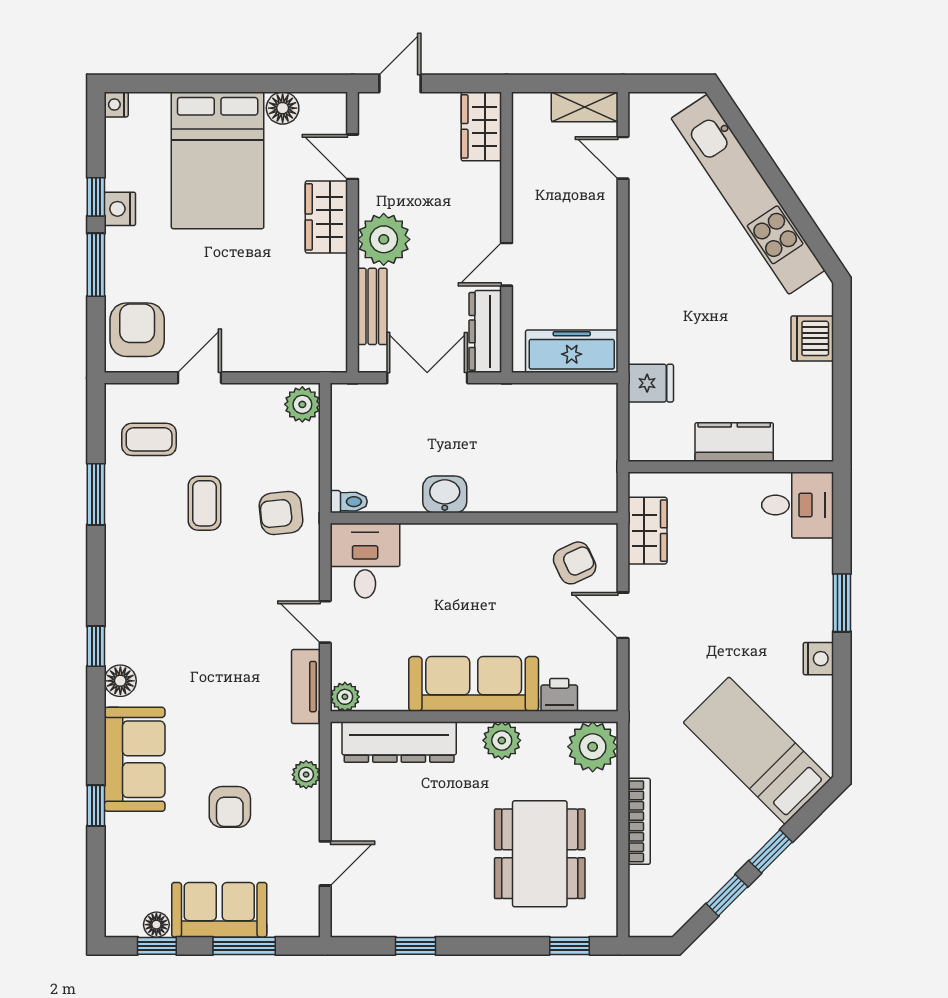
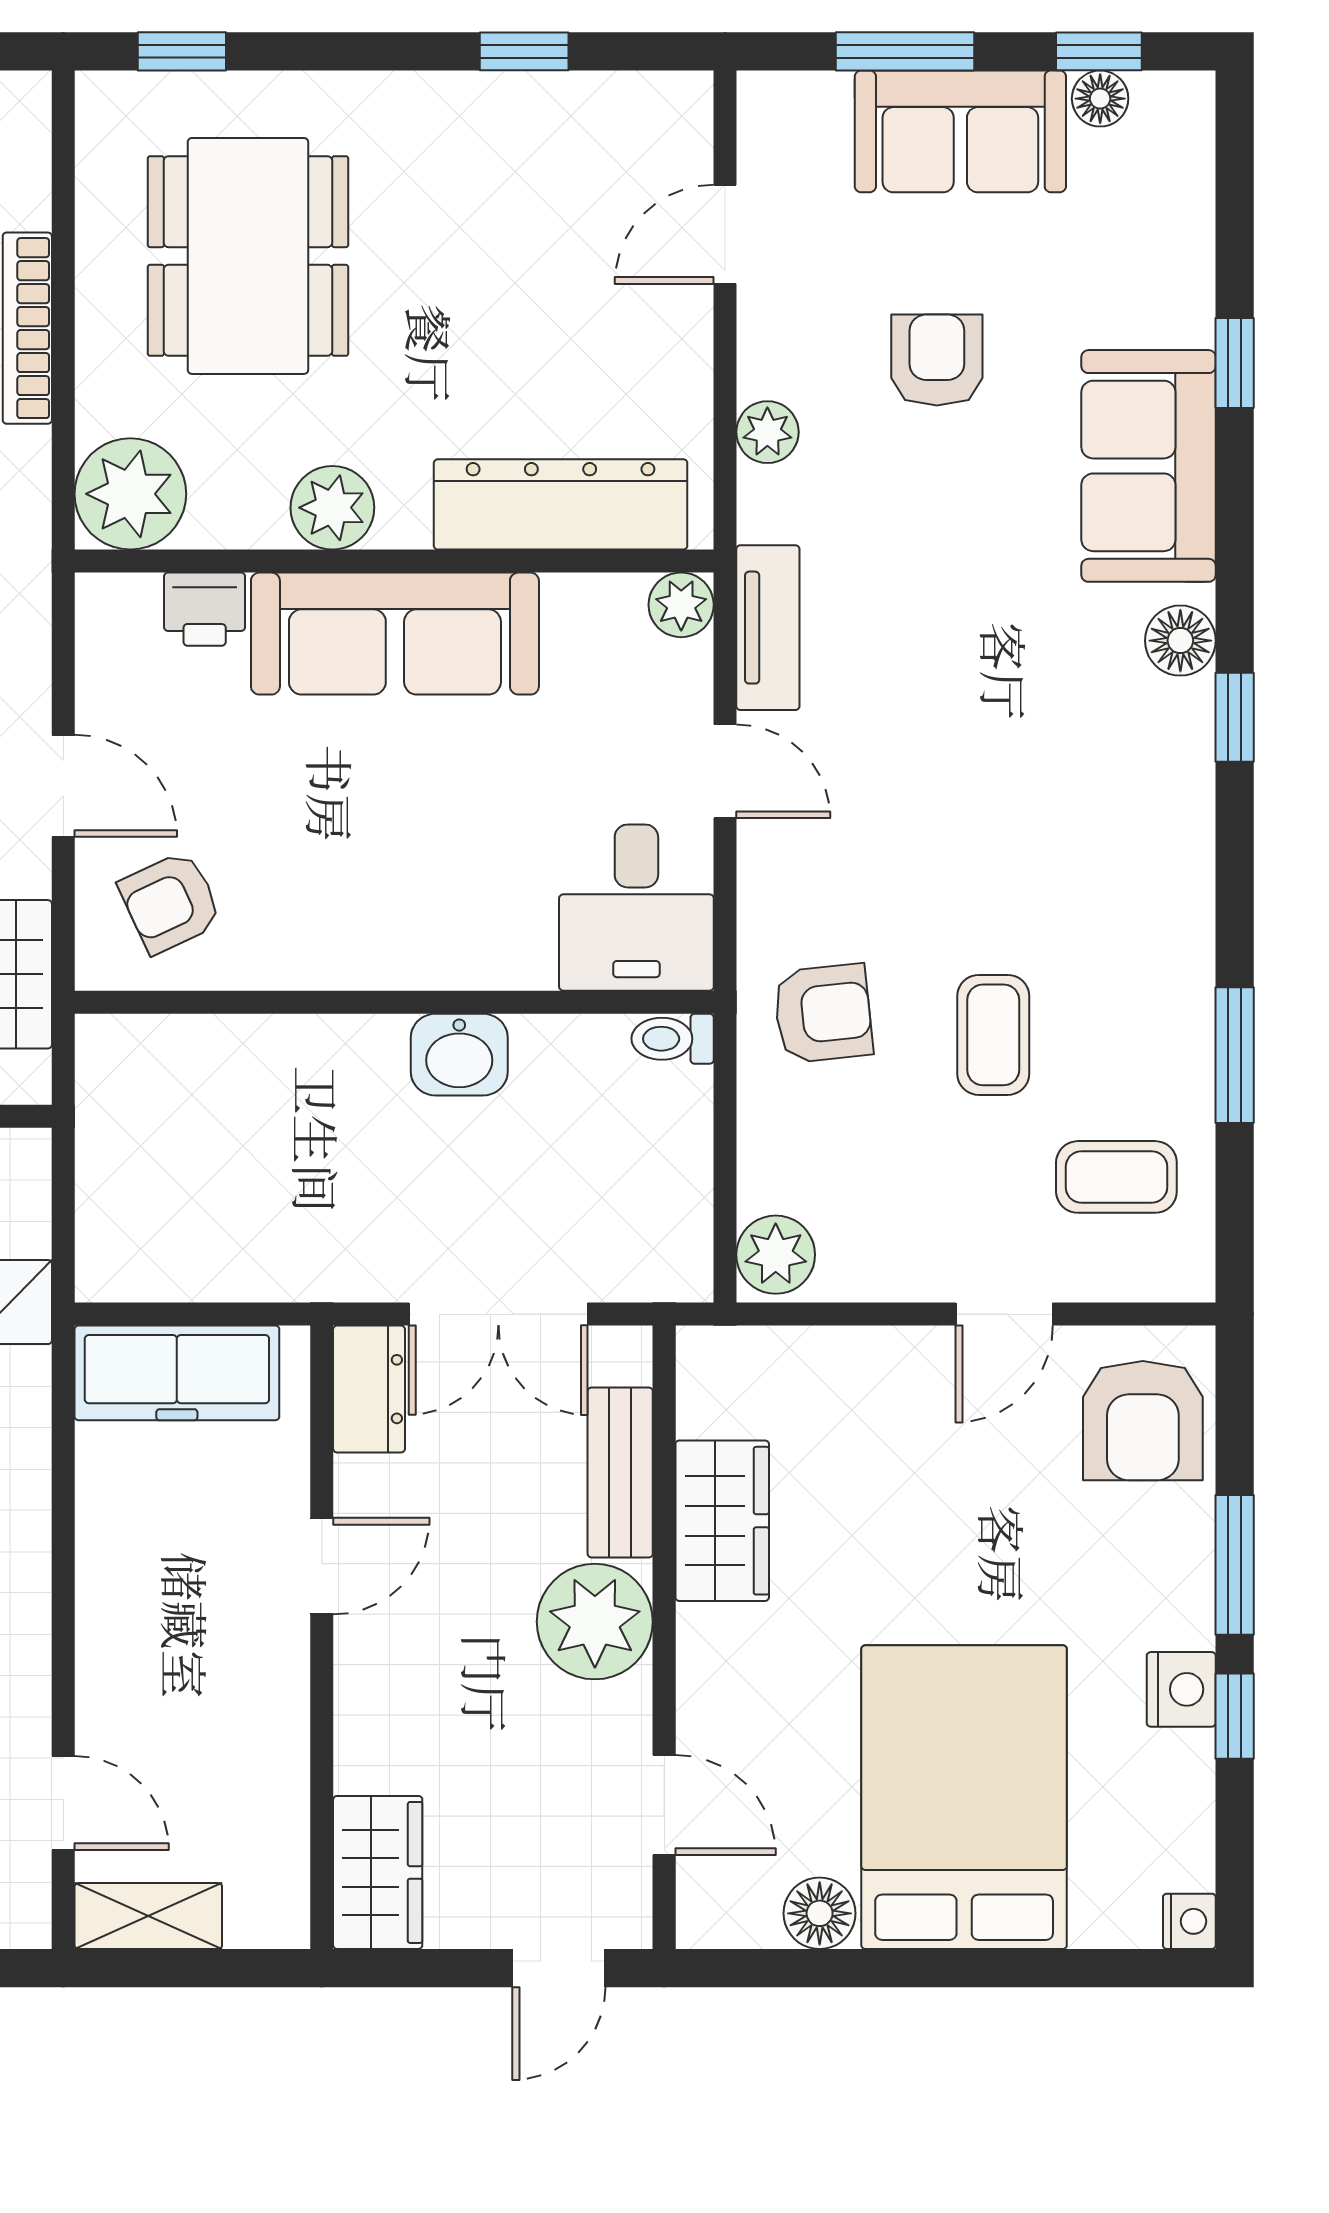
wardrobe: (326, 217) -> (722, 1521), moved
dresser: (485, 331) -> (369, 1389), width x0.70

